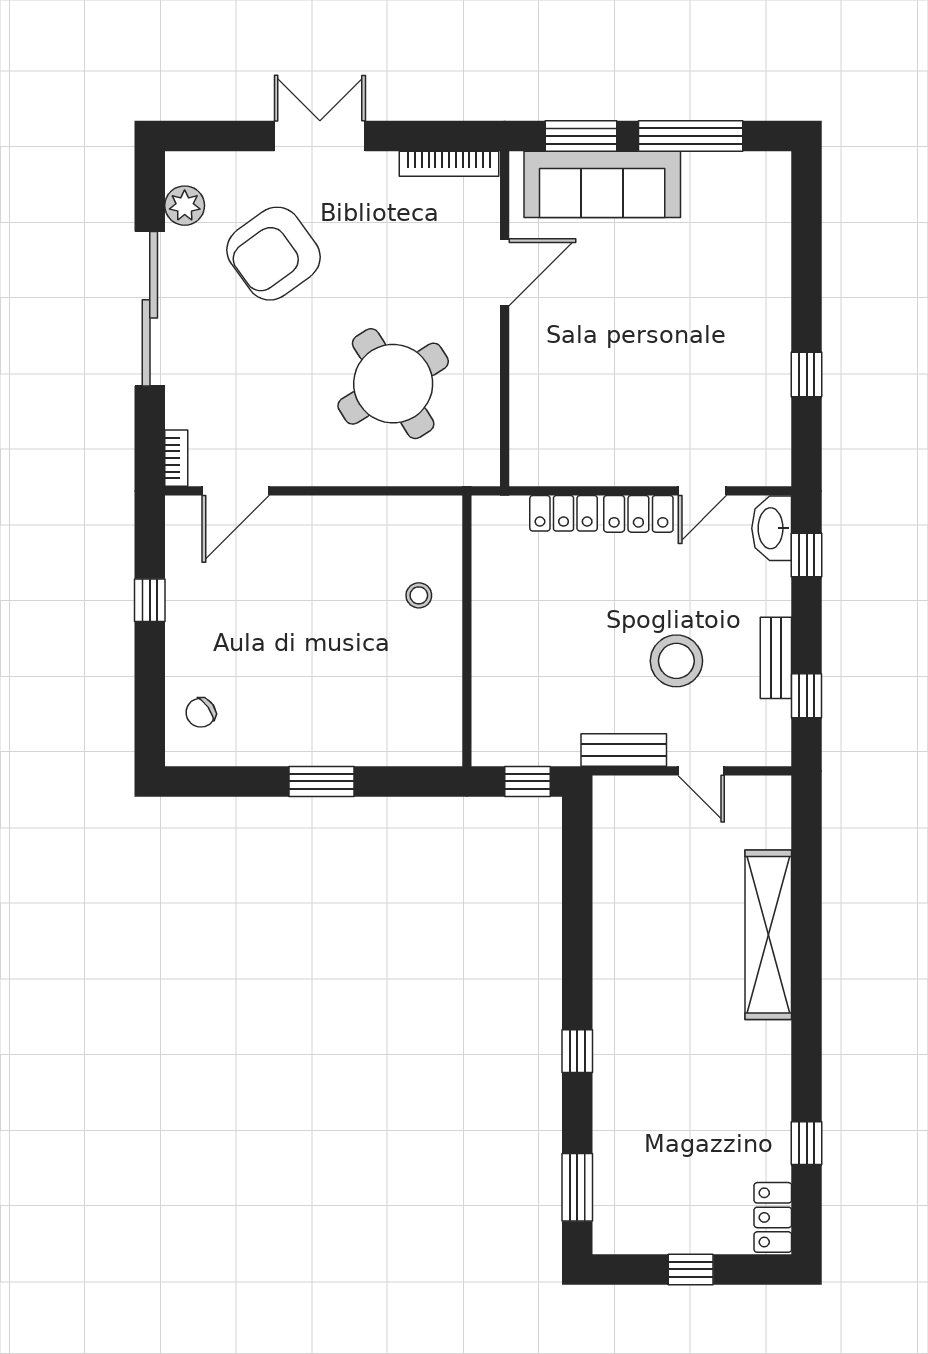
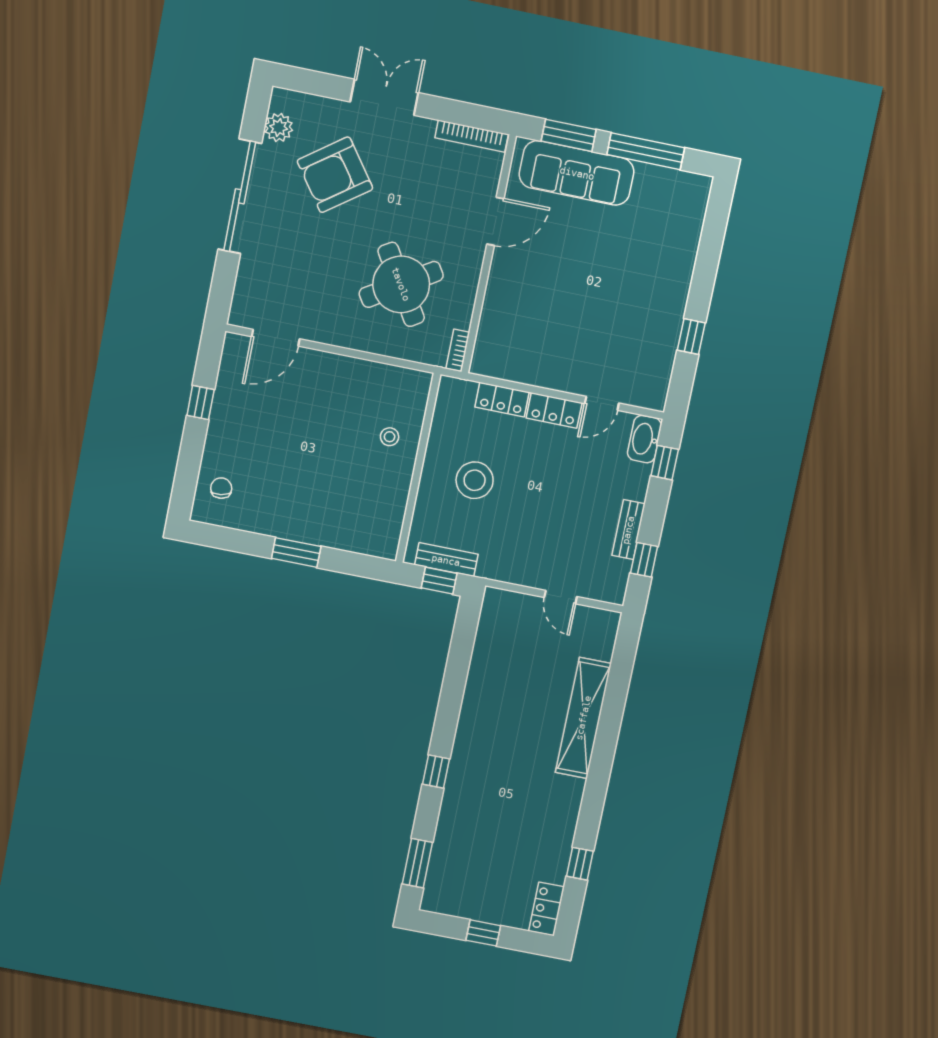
bookcase: (176, 458) -> (458, 350), moved, turned 180
stool: (676, 661) -> (475, 480), moved
chair: (201, 713) -> (221, 488), turned 116
bench: (624, 750) -> (446, 560), moved

